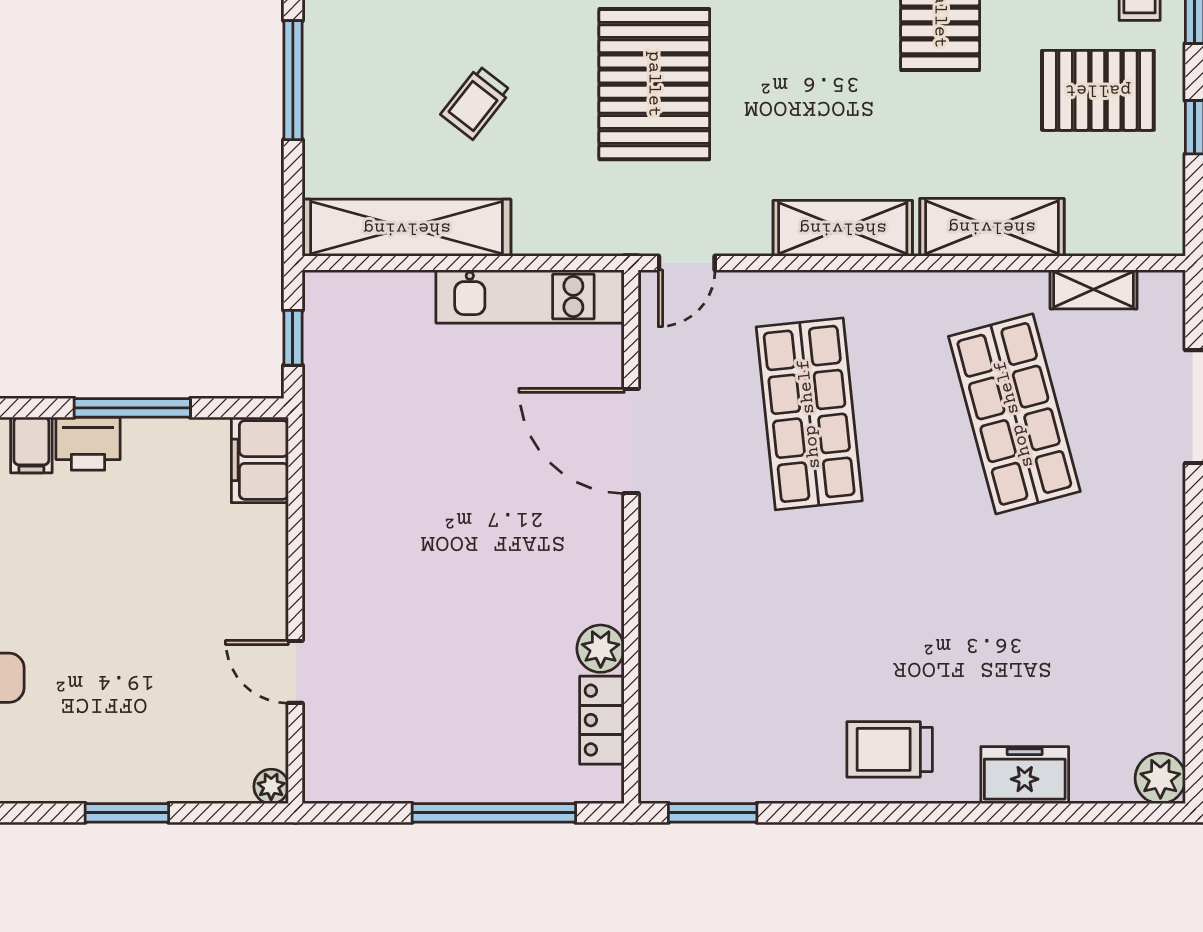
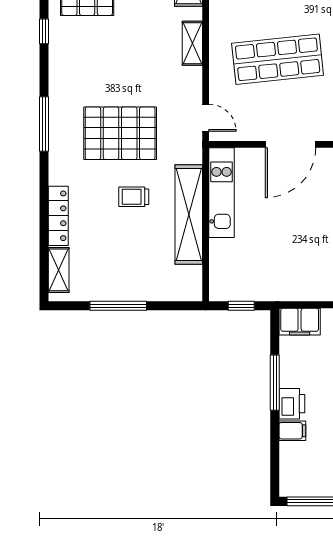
trolley: (476, 103) -> (134, 197), moved, turned 142
shelving: (407, 228) -> (189, 215), moved
shelving: (843, 228) -> (192, 43), width x0.67, depth x0.75

